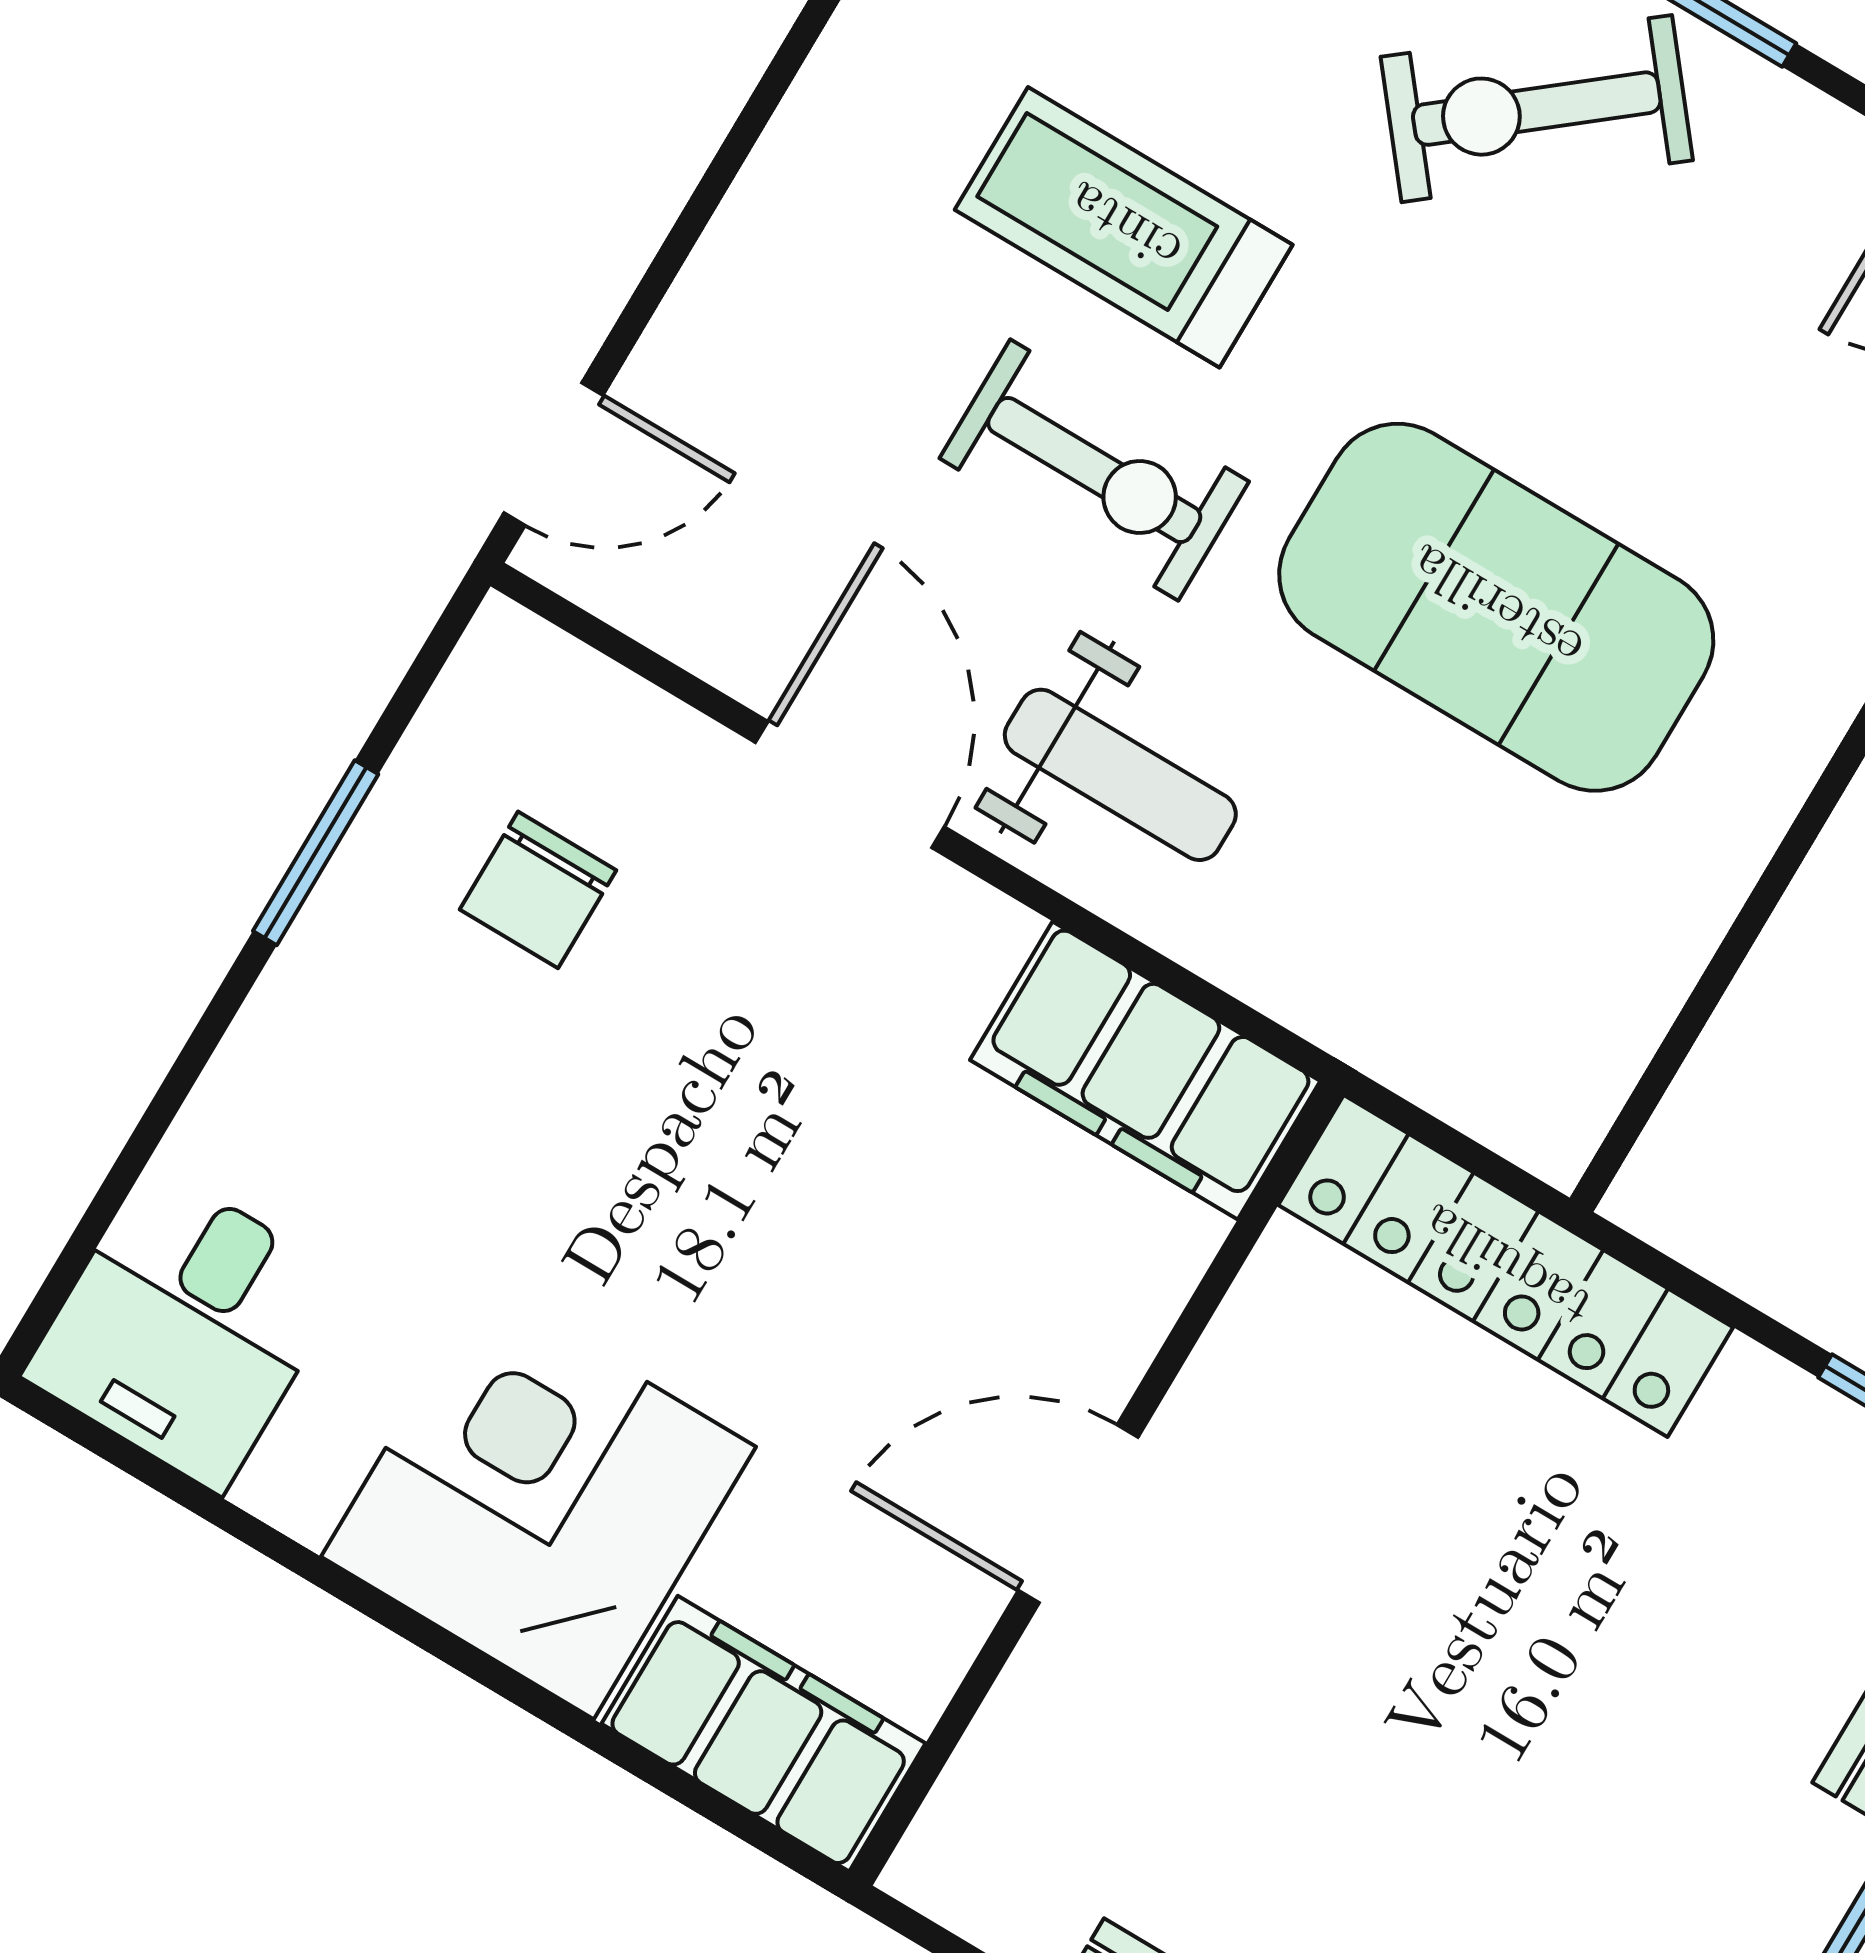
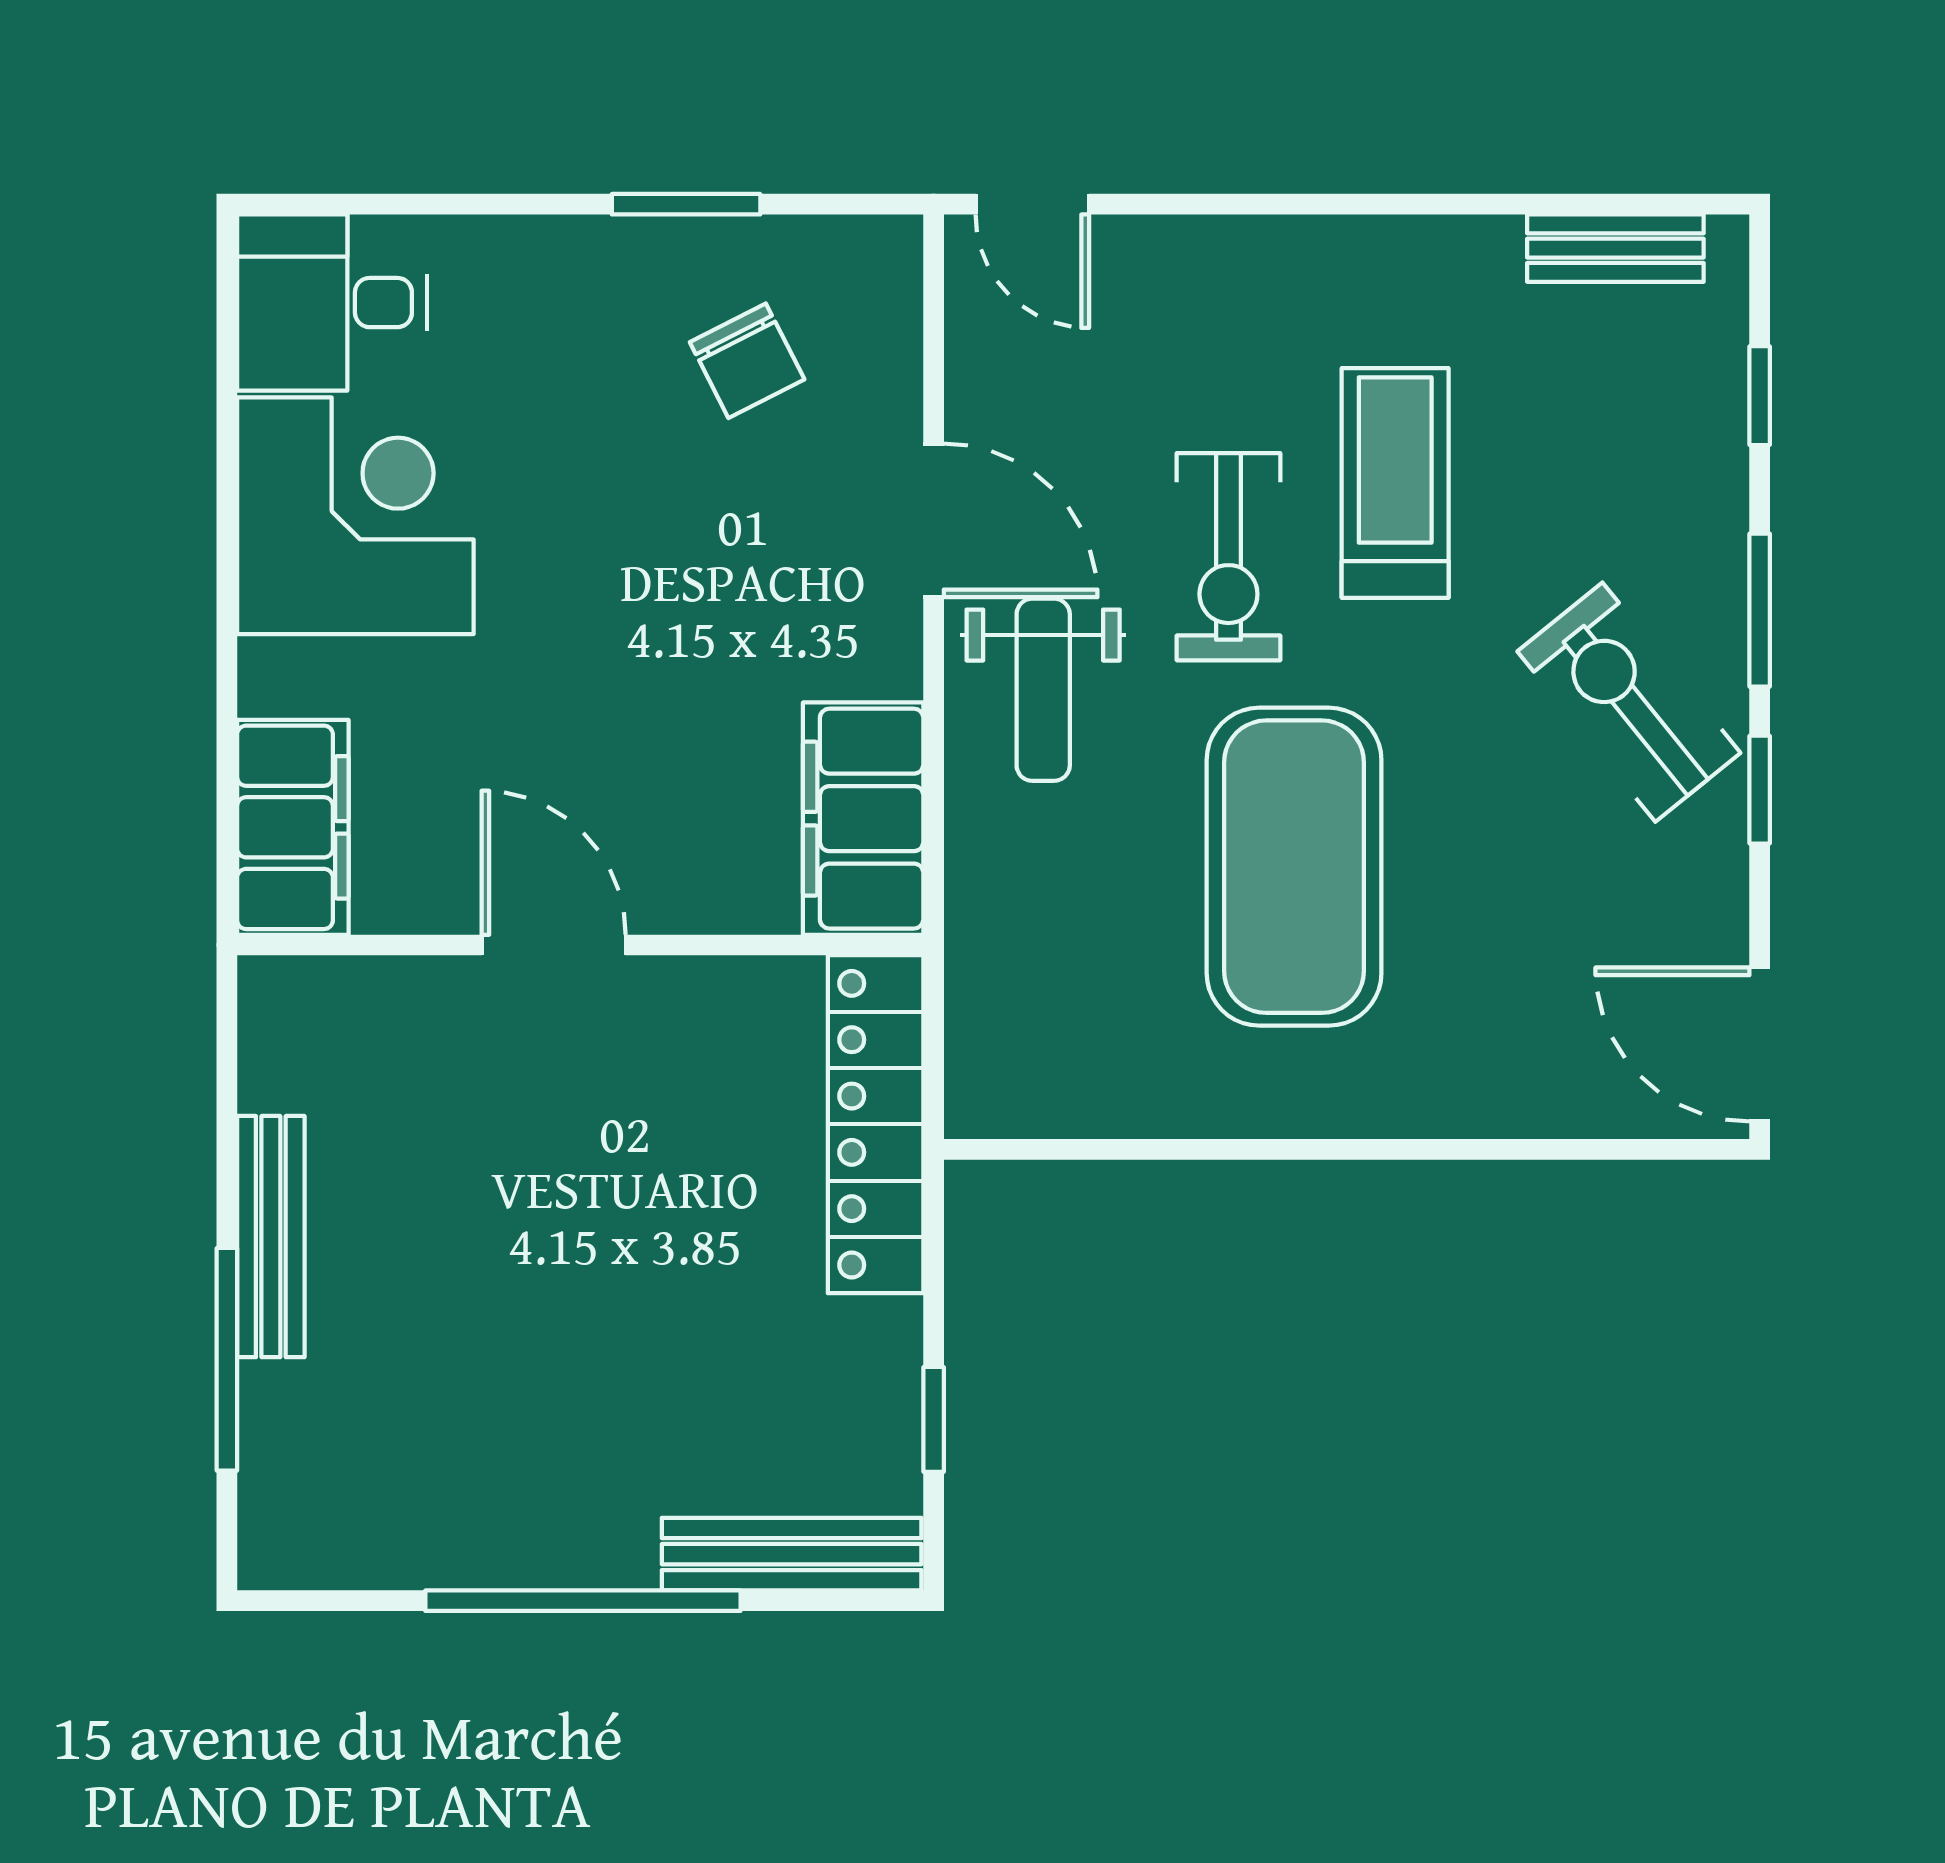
door: (850, 785) -> (934, 520), hinge flipped
chair: (538, 890) -> (747, 361), turned -117
corner desk: (539, 1502) -> (355, 516), moved

